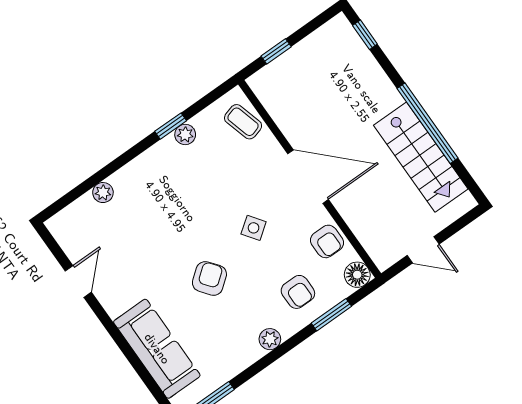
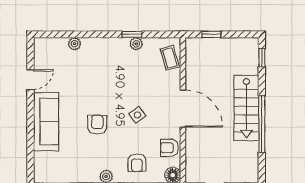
stairs: (421, 157) -> (246, 108), moved
armchair: (327, 241) -> (169, 148), turned 90
armchair: (209, 278) -> (97, 125), turned -52
sofa: (157, 349) -> (46, 122), moved

